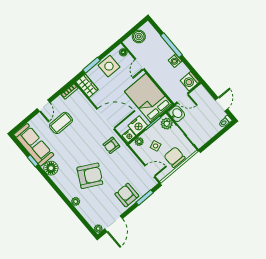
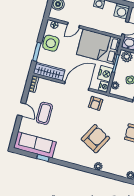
door: (140, 64) -> (74, 25), hinge flipped
wardrobe: (87, 86) -> (49, 72), width x1.50
floor lamp: (51, 168) -> (61, 154), removed

